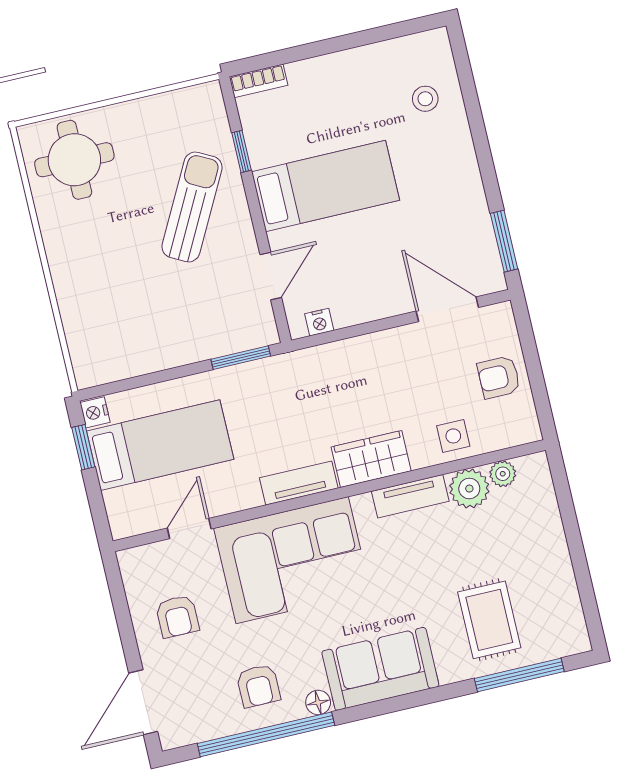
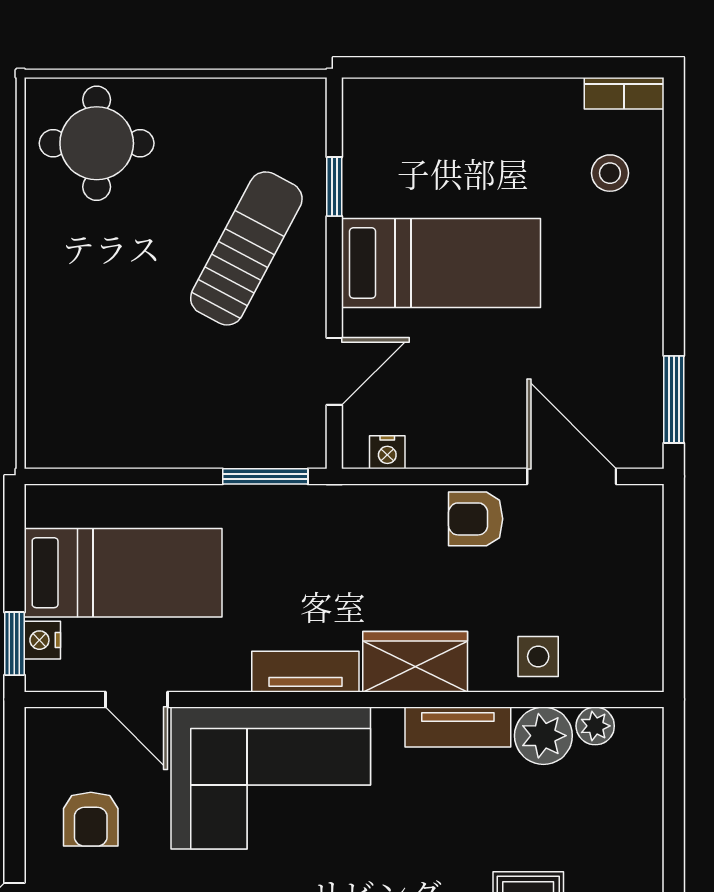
bookcase: (258, 81) -> (624, 93), moved
armchair: (499, 377) -> (476, 519), moved
nightstand: (95, 412) -> (42, 640), moved
window: (83, 447) -> (14, 644), moved
door: (189, 528) -> (137, 699), swing flipped

